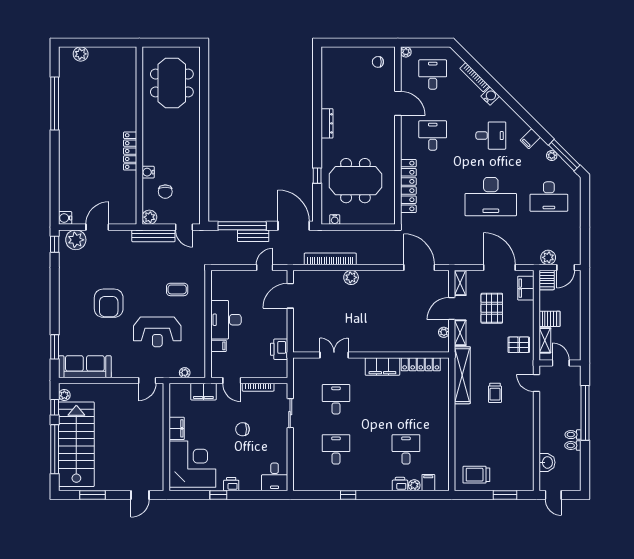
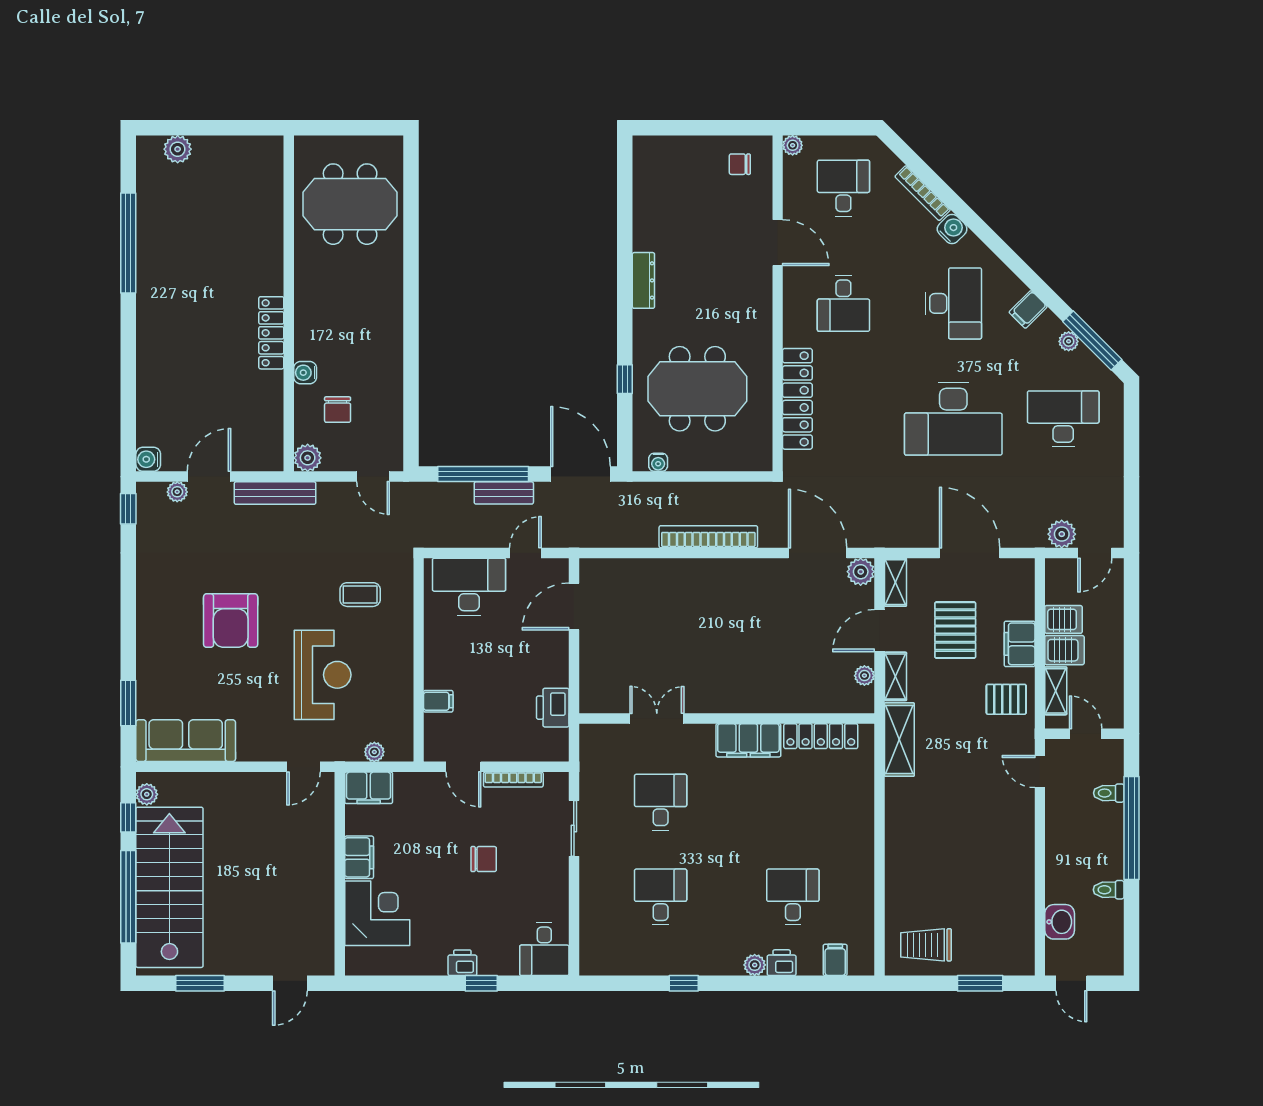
meeting table: (172, 83) -> (350, 204), turned 90
desk: (433, 136) -> (843, 303), turned 180
desk: (491, 136) -> (953, 303), width x1.37
desk: (549, 197) -> (1063, 419), turned 180
bench: (153, 236) -> (275, 493), moved
plant: (76, 240) -> (177, 492), width x0.53, depth x0.53
bookcase: (330, 259) -> (708, 537), moved
plant: (351, 277) -> (861, 572), moved
server rack: (547, 280) -> (1064, 619), moved, turned -90
filing cabinet: (526, 288) -> (1020, 644), moved
desk: (226, 320) -> (469, 587), moved, turned 90
reception desk: (157, 332) -> (323, 675), turned -90
shelving: (462, 375) -> (899, 740), width x0.68
filing cabinet: (203, 392) -> (369, 788), moved
trolley: (495, 393) -> (961, 790), removed
chair: (242, 429) -> (484, 859), turned 180
toilet: (573, 435) -> (1109, 793), moved
corner desk: (192, 464) -> (377, 913), width x0.74, depth x0.74
plant: (414, 485) -> (755, 965), moved
window: (218, 495) -> (481, 983), moved

